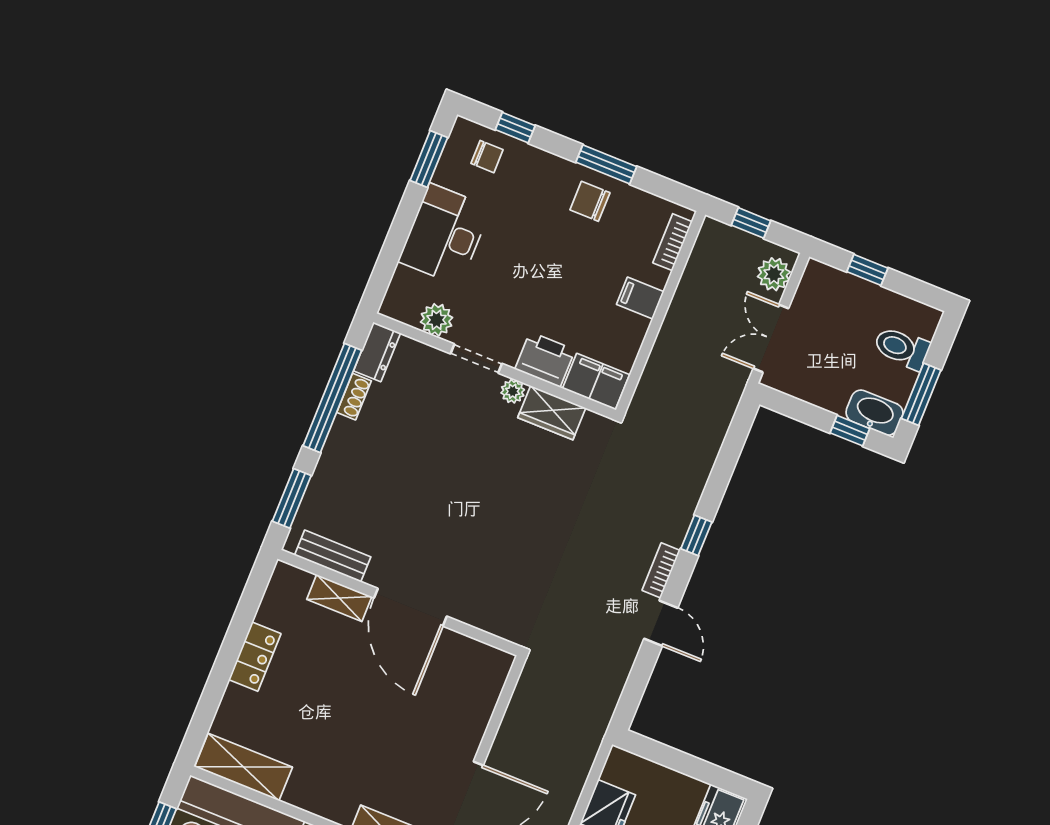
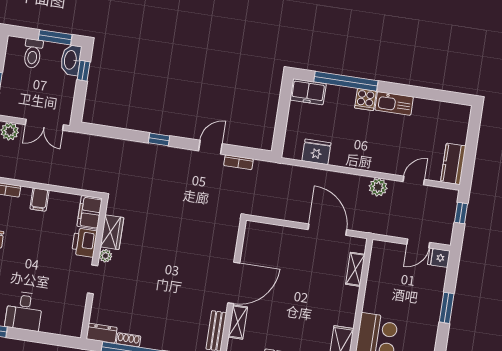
desk: (445, 235) -> (24, 311), width x0.73
plant: (436, 320) -> (77, 306), removed
bookcase: (661, 570) -> (238, 162), moved

